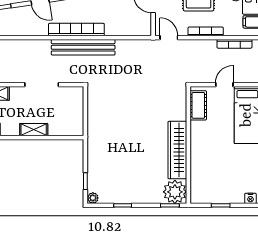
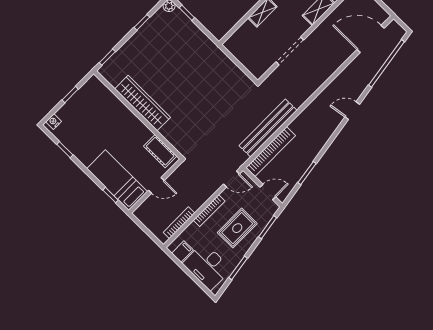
bookcase: (76, 30) -> (271, 152), moved
bench: (83, 47) -> (268, 128), moved
door: (224, 85) -> (156, 185), hinge flipped
plant: (175, 192) -> (114, 71), removed

